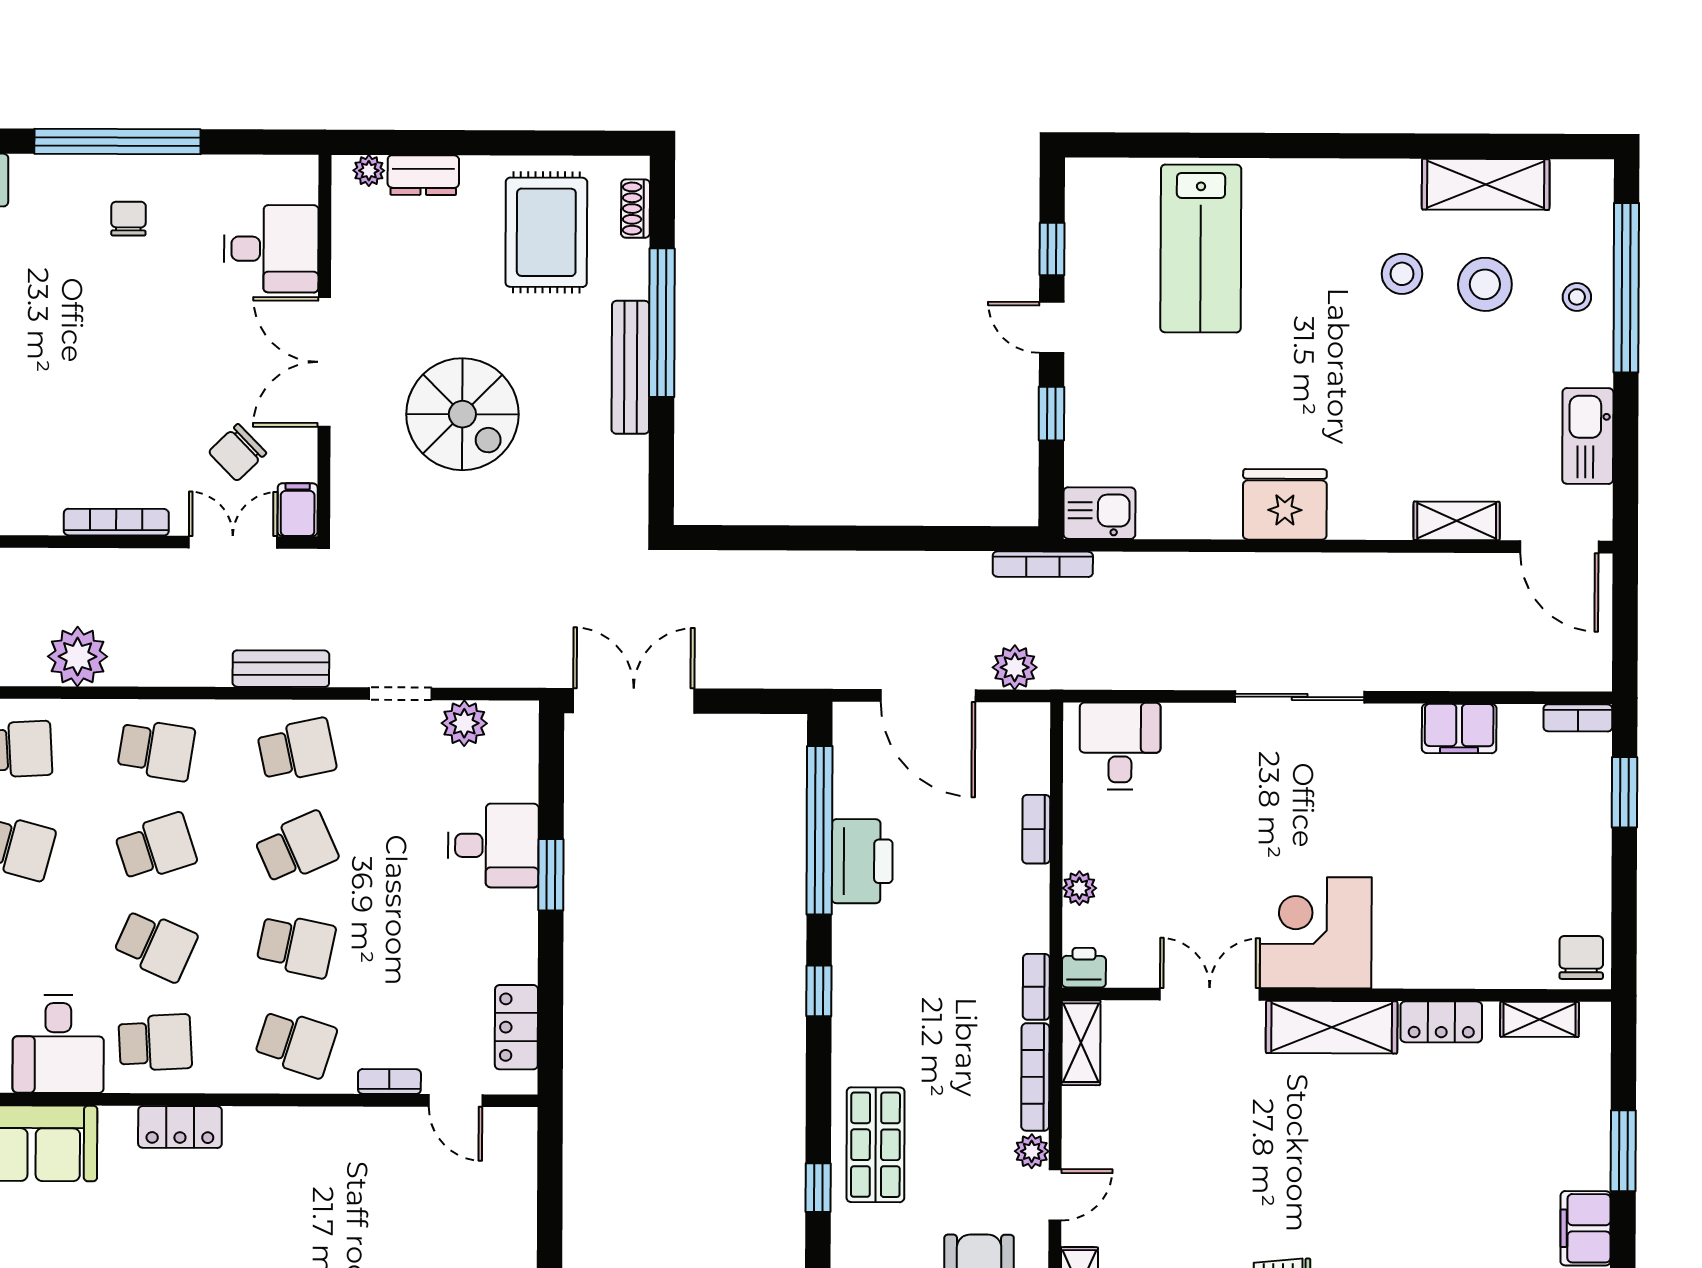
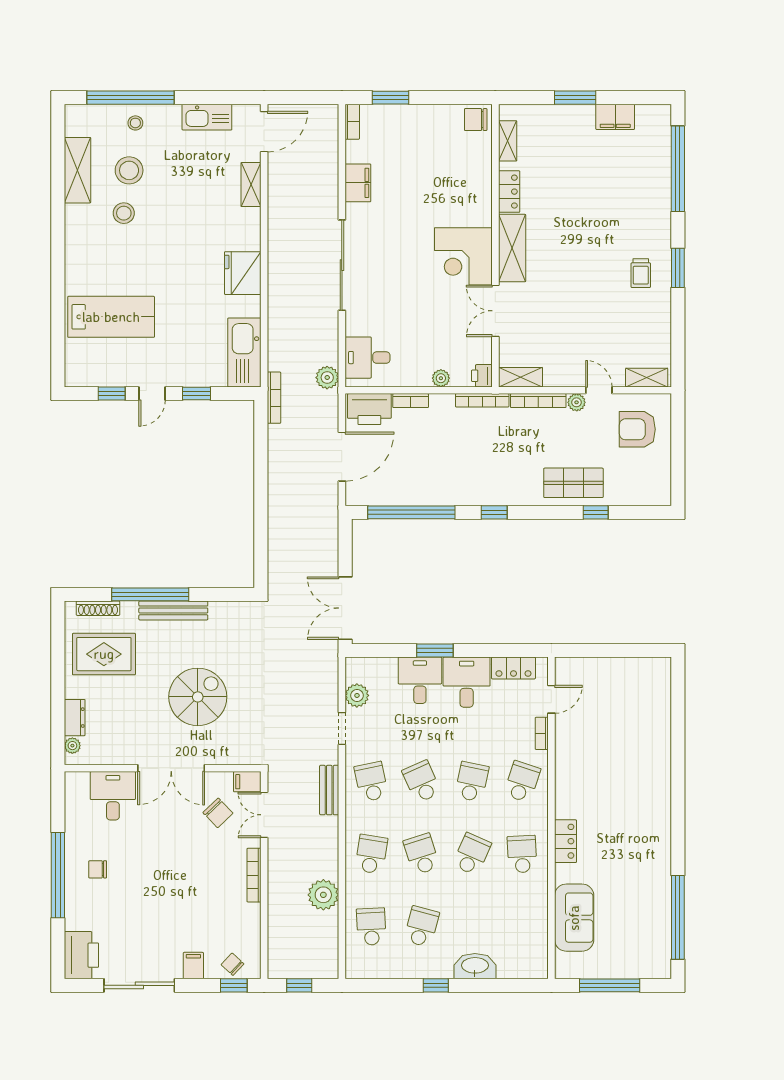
shoe rack: (635, 209) -> (98, 608), width x1.43
kitchen sink: (1099, 513) -> (244, 352), width x1.88, depth x1.24
plant: (1015, 667) -> (327, 378), moved
sliding door: (1300, 697) -> (342, 265), width x1.36
printer: (862, 861) -> (369, 409), moved, turned 180
bookcase: (1036, 987) -> (482, 400), width x1.56
desk: (58, 1044) -> (467, 682), moved, turned -90

